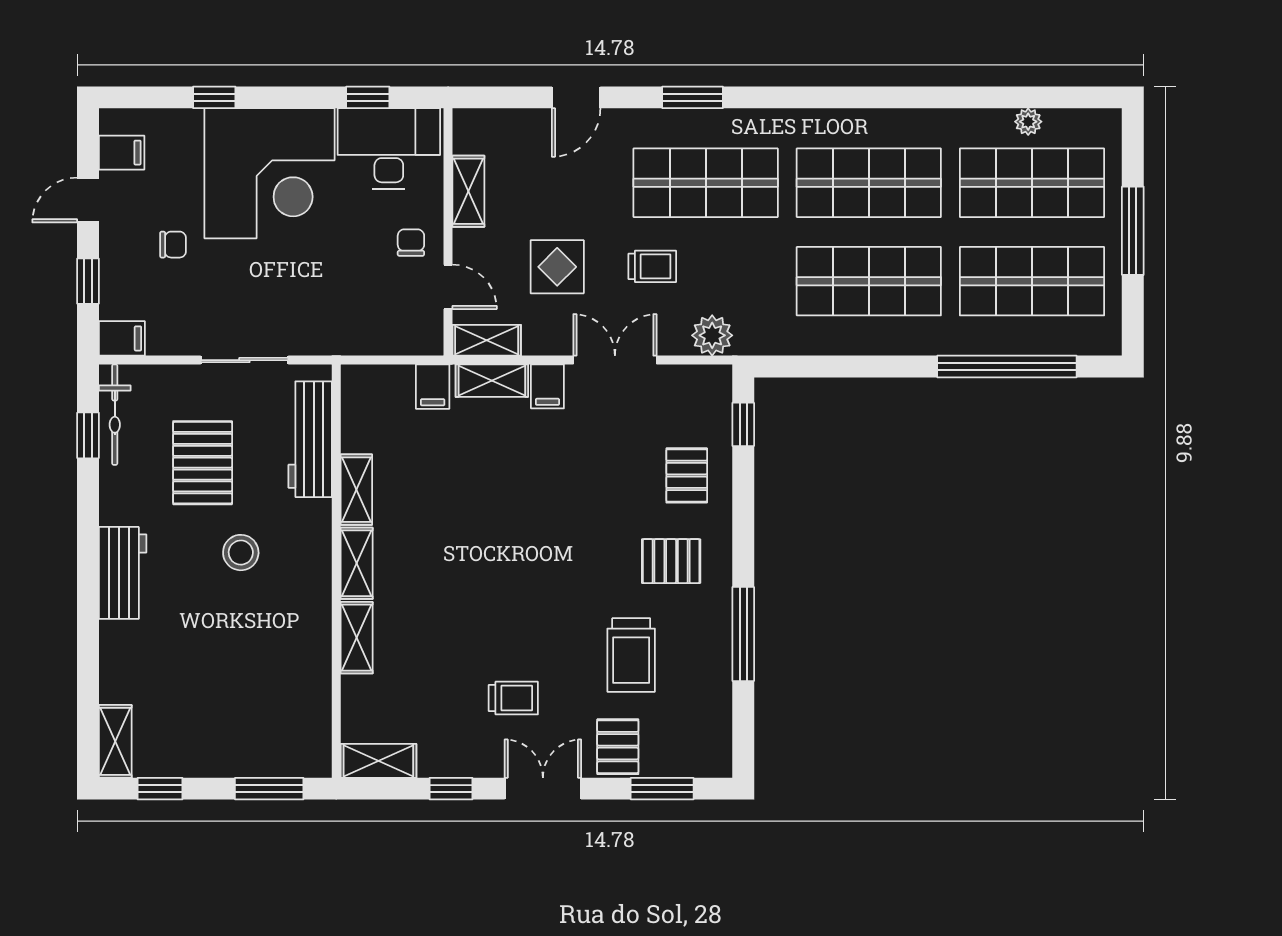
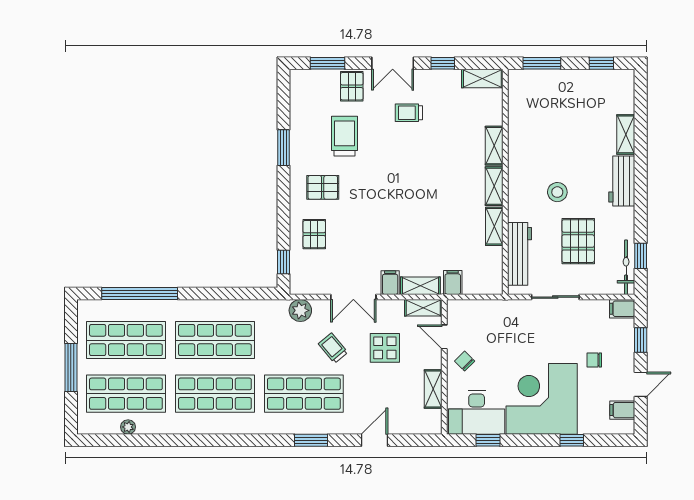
chair: (411, 243) -> (465, 361), turned 135
trolley: (652, 266) -> (333, 348), turned 50
window: (743, 634) -> (283, 148), width x0.69
shelving: (115, 741) -> (626, 134), moved

